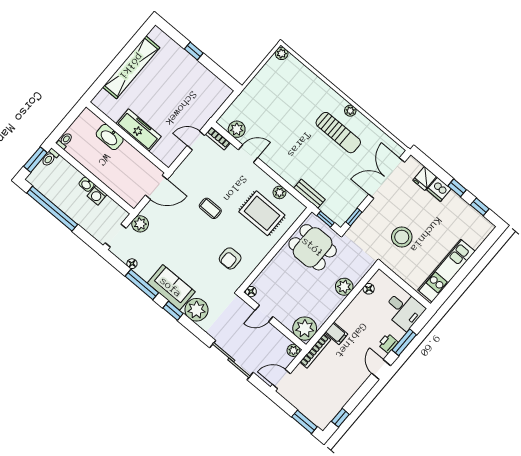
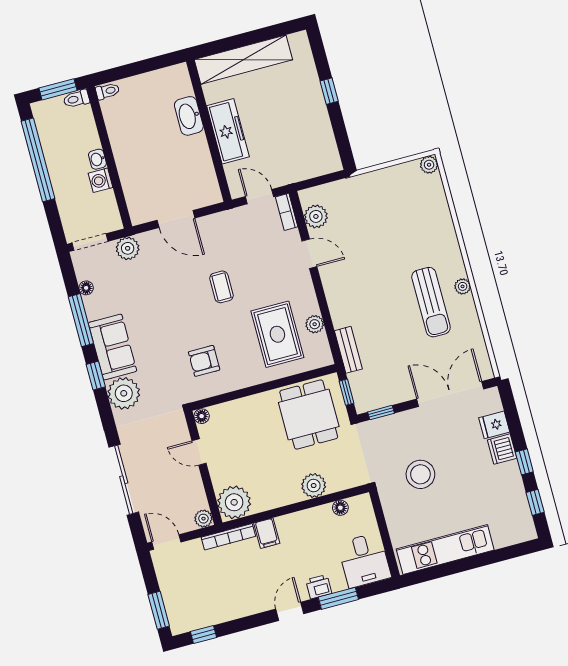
freezer: (139, 130) -> (228, 131), moved
washbasin: (110, 137) -> (189, 116), moved
wall: (127, 137) -> (209, 131), moved

